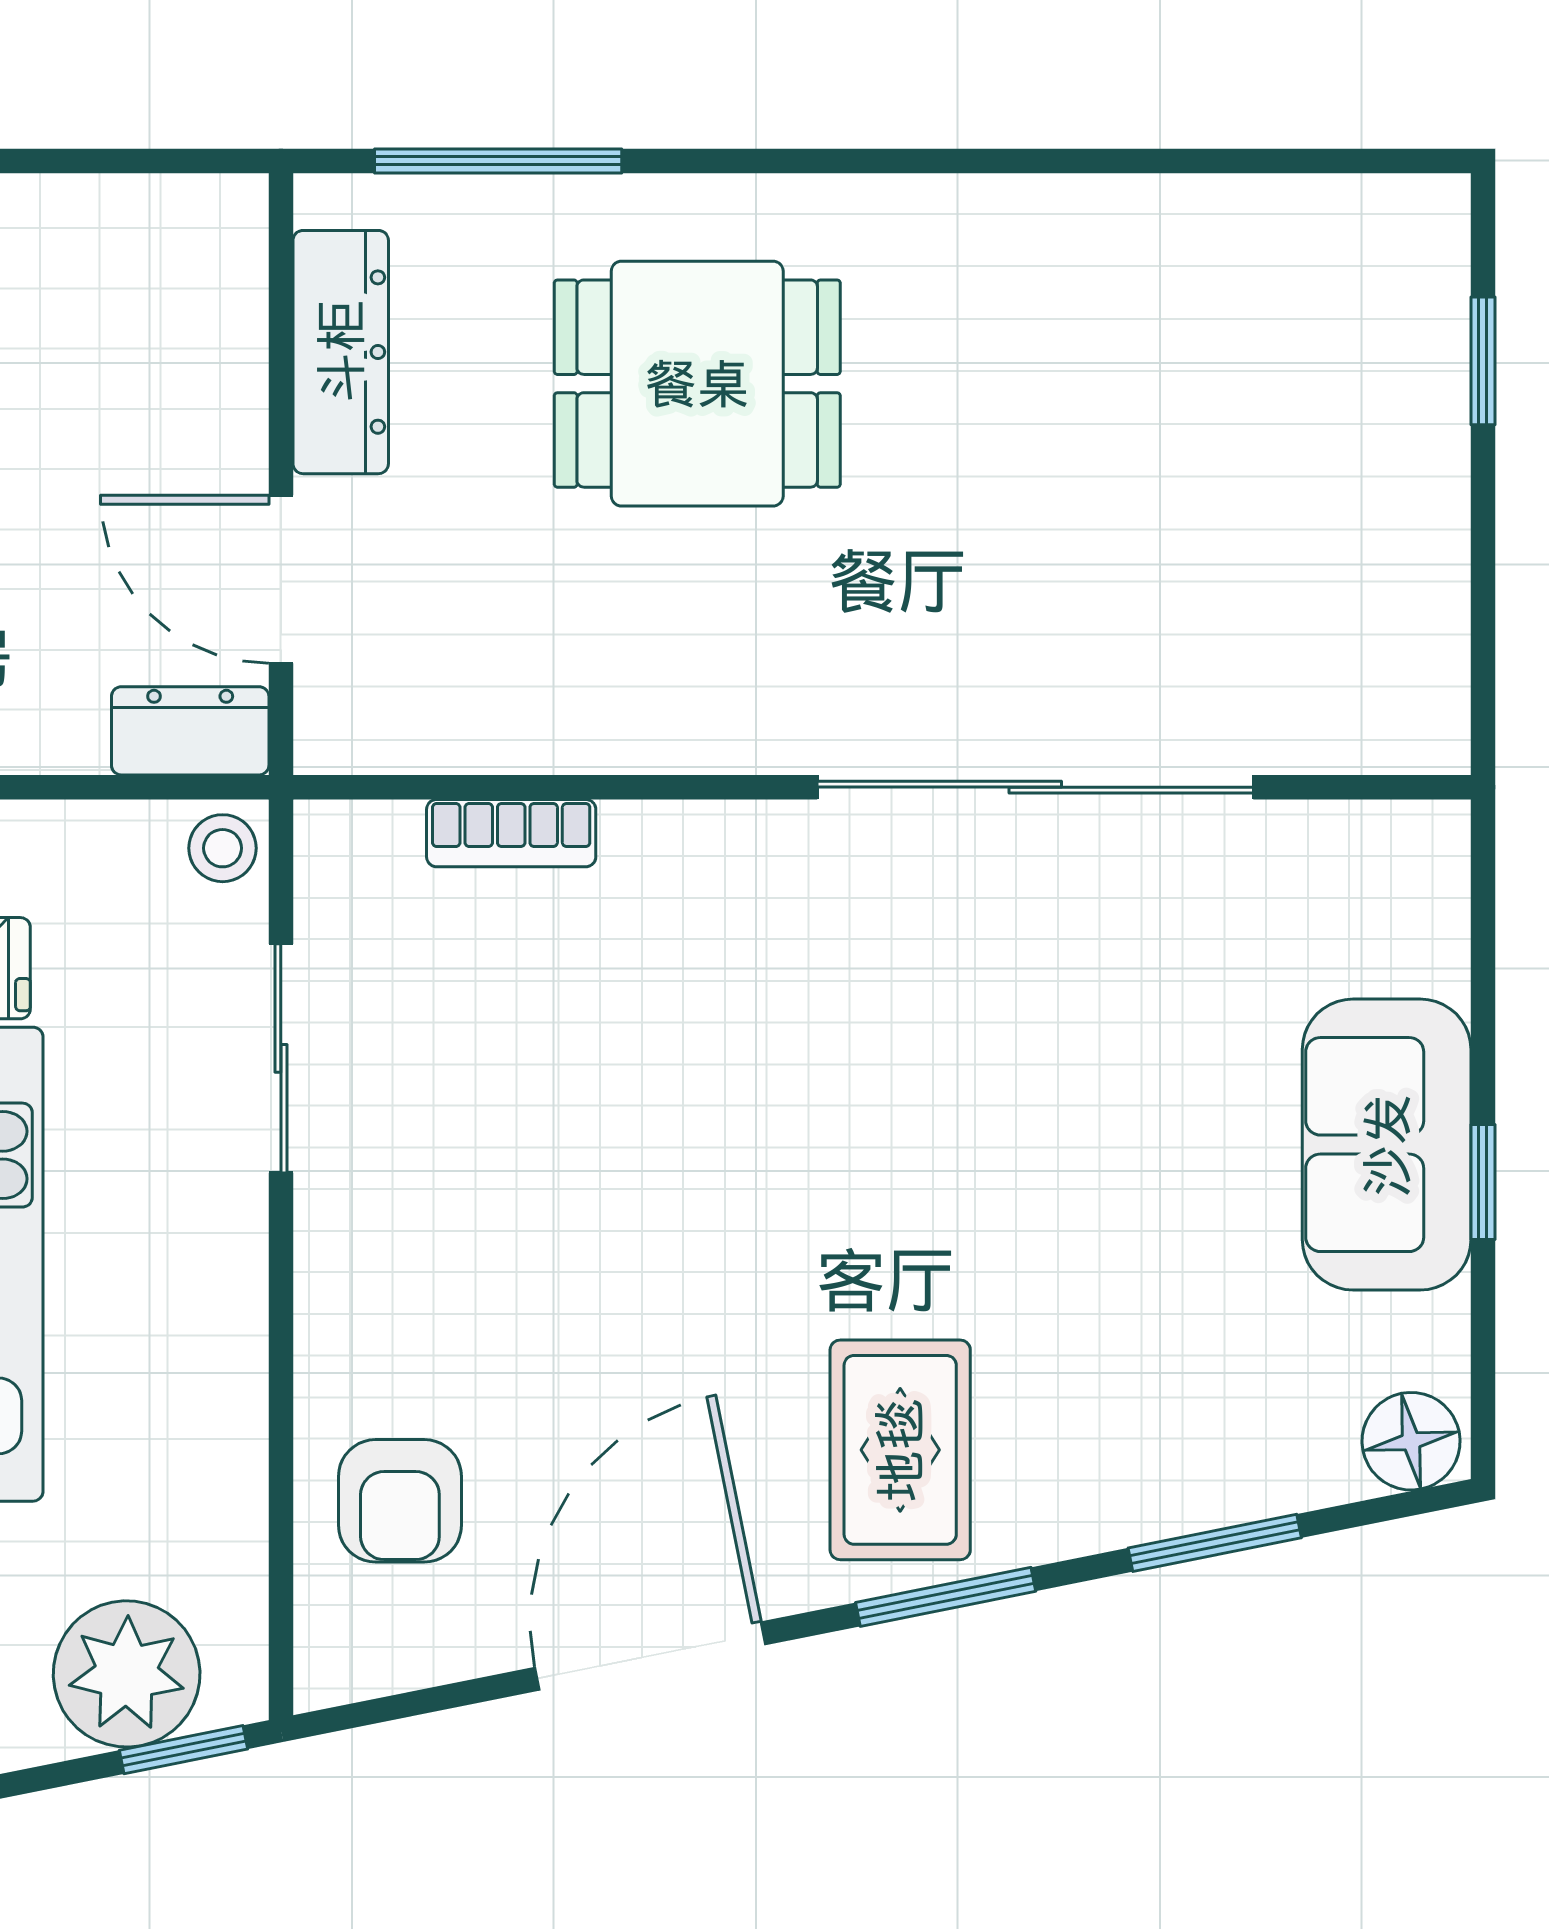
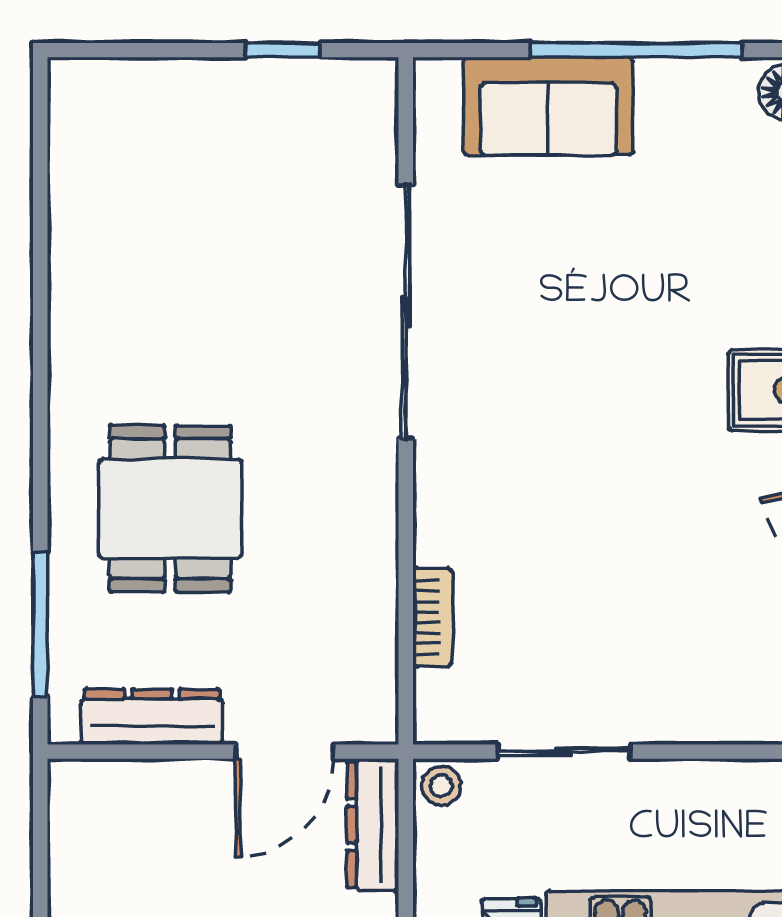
window: (1483, 361) -> (283, 50), moved
dresser: (190, 731) -> (373, 825), width x1.44
sofa: (1387, 1145) -> (549, 106), moved
window: (1483, 1182) -> (636, 50), width x3.17

